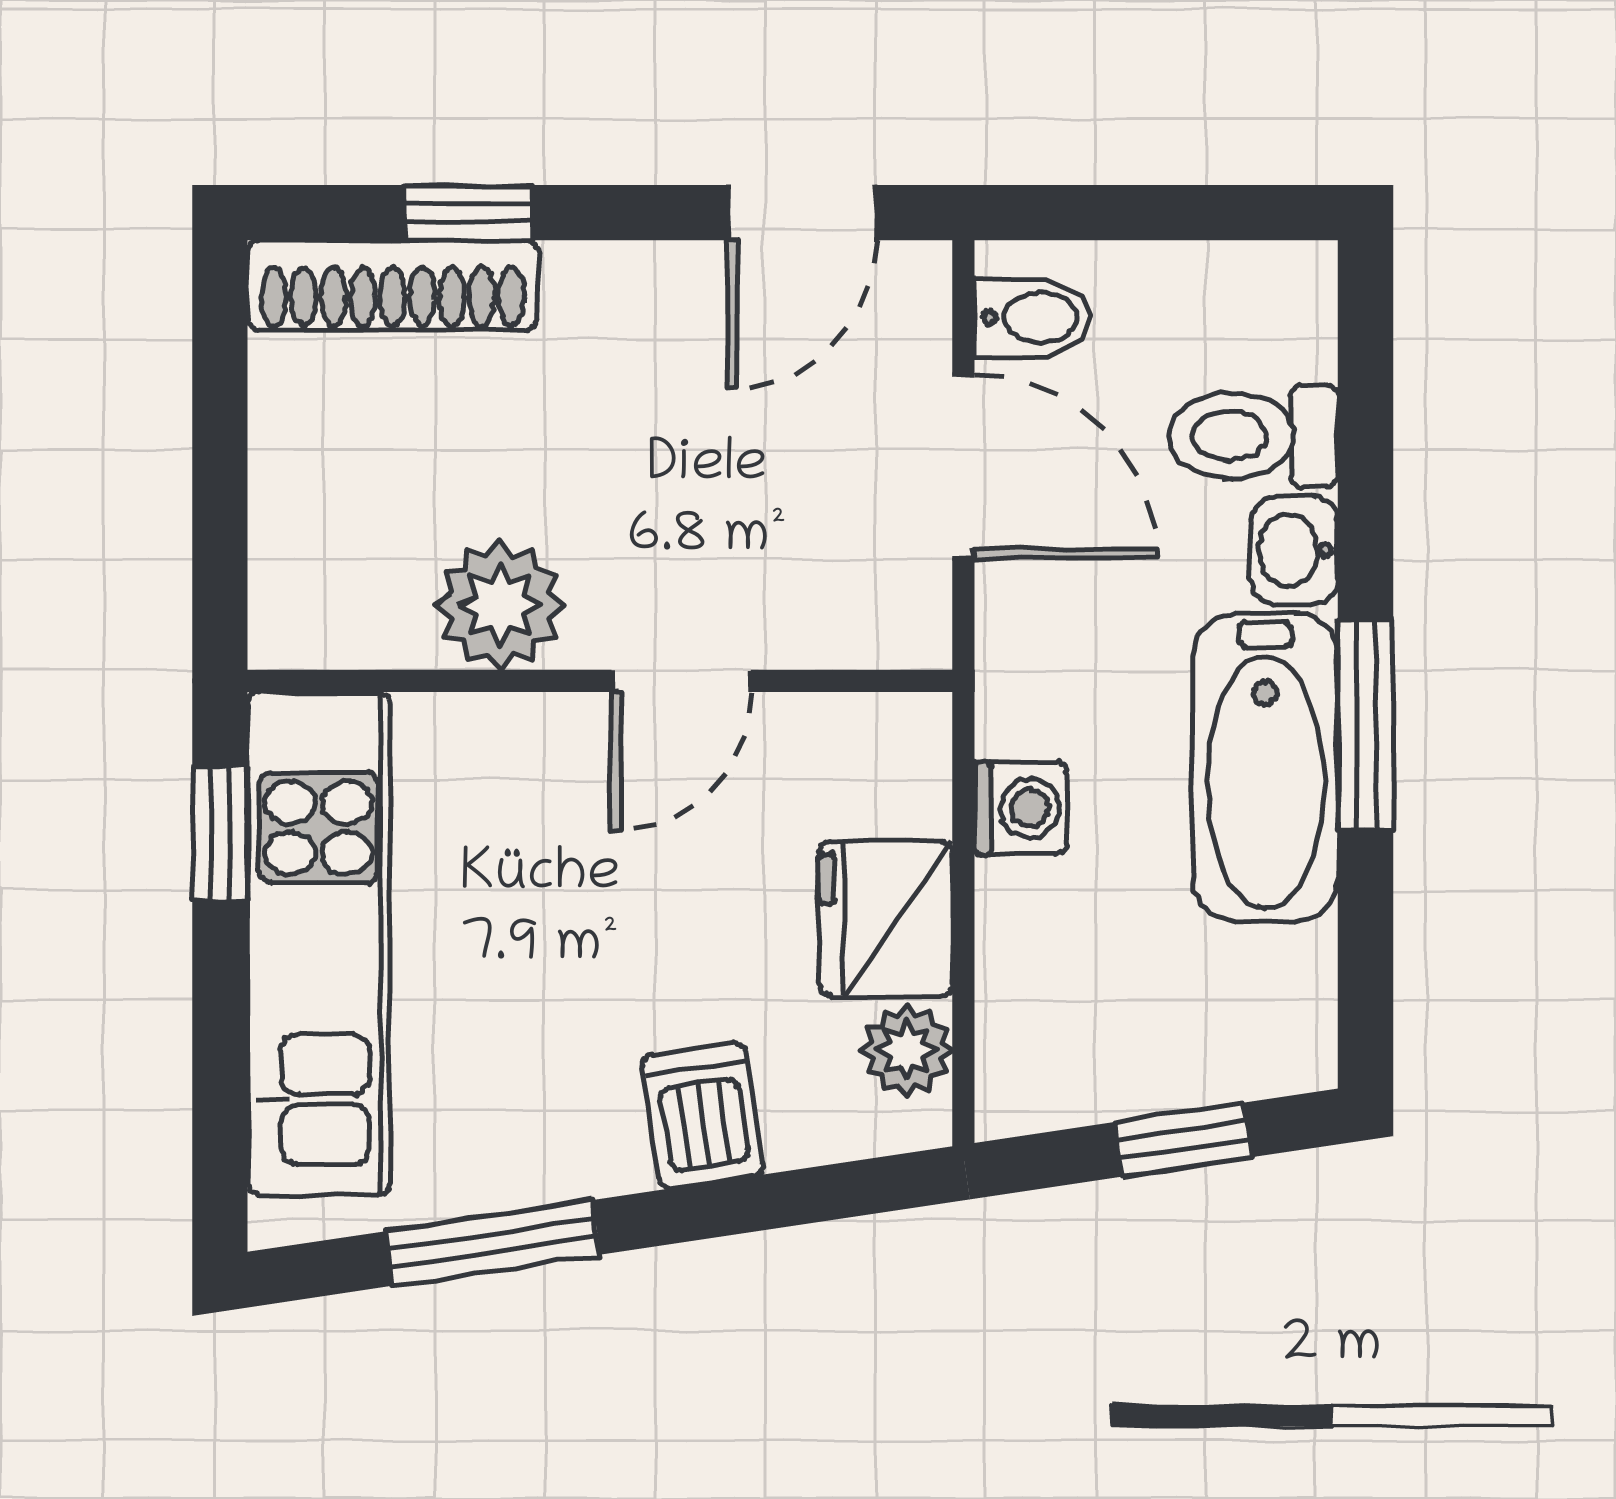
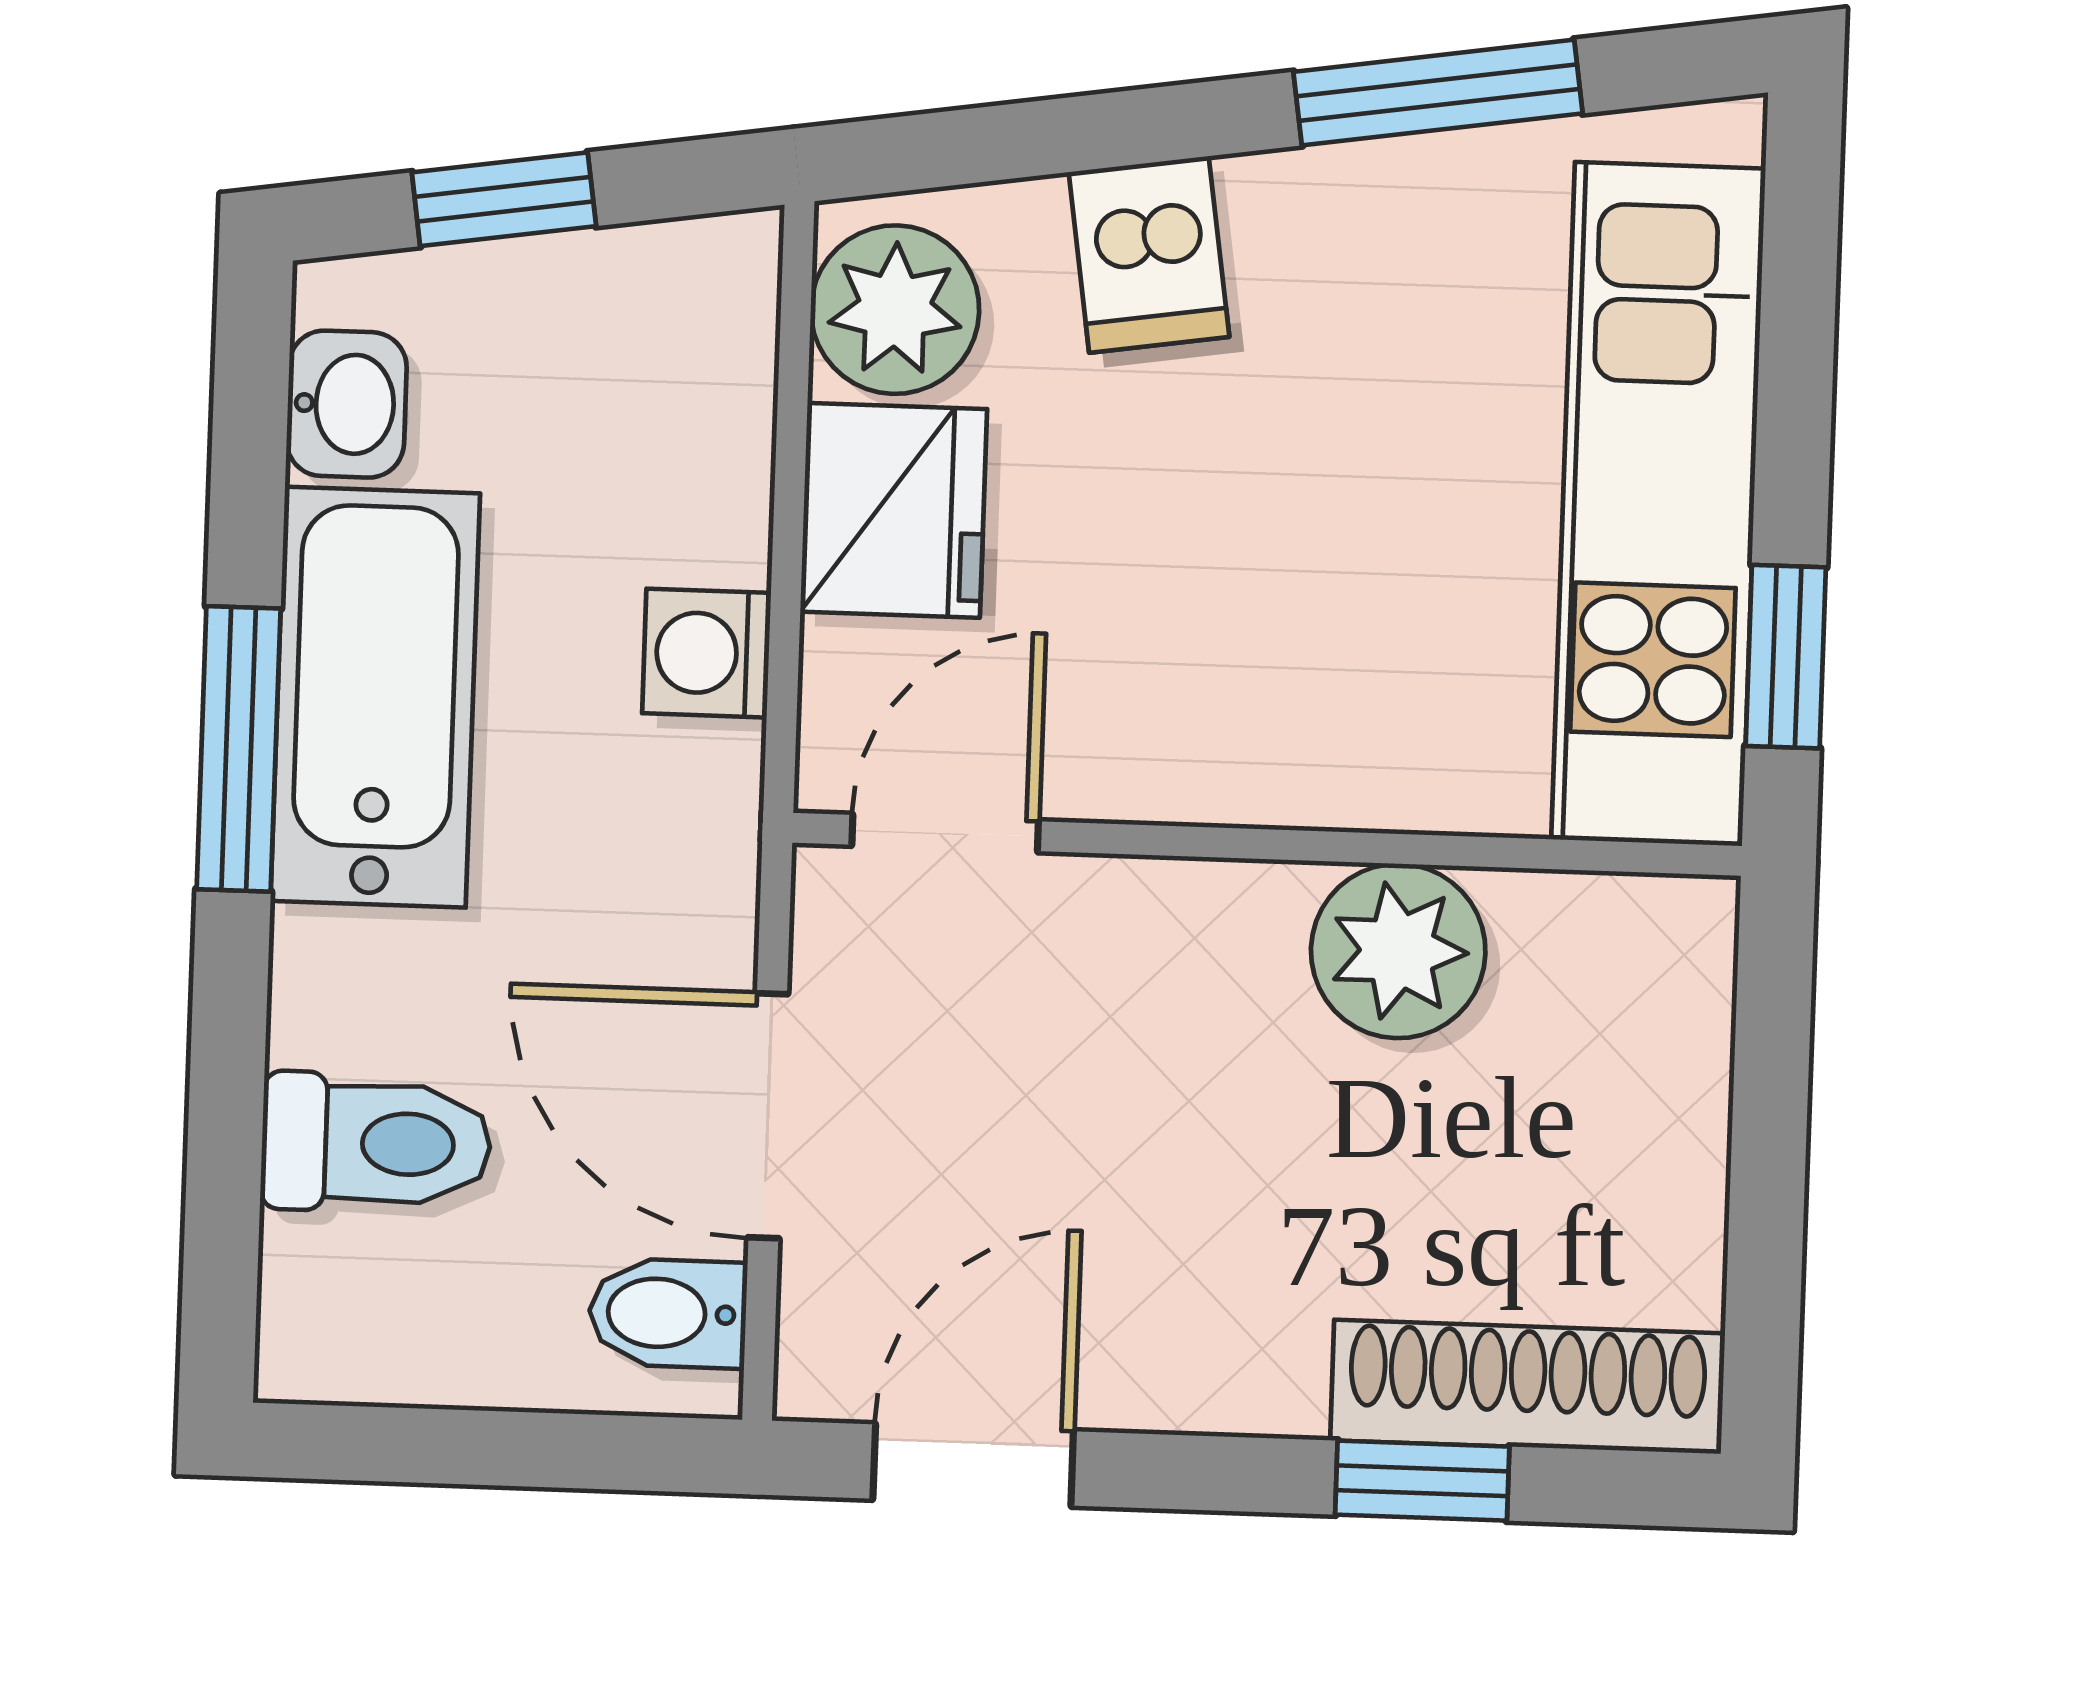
washbasin: (1294, 550) -> (347, 404), moved
door: (681, 681) -> (945, 833), moved
plant: (907, 1051) -> (895, 310), width x1.38, depth x1.38

